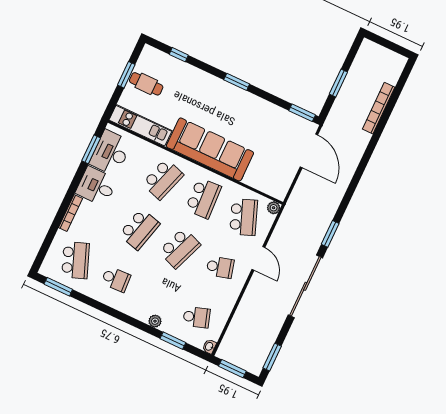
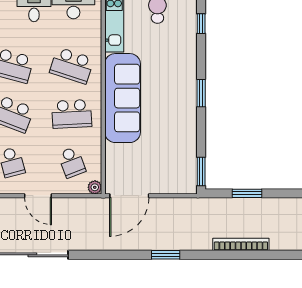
door: (309, 151) -> (129, 196), moved
school desk: (244, 217) -> (72, 162), width x0.54
window: (330, 234) -> (166, 255), moved
door: (258, 258) -> (38, 196), hinge flipped

